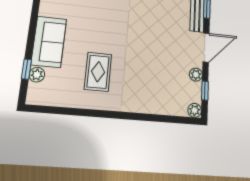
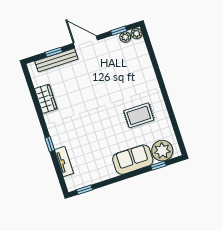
plant: (37, 75) -> (162, 151), width x1.88, depth x1.88
plant: (196, 75) -> (125, 37), moved

